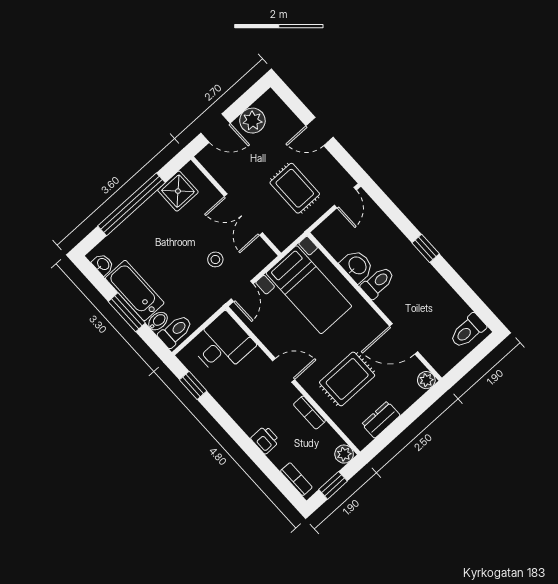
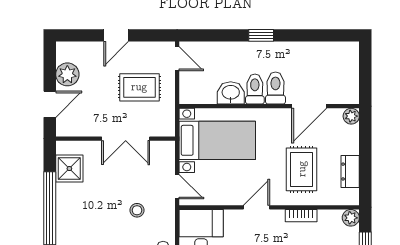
stool: (215, 259) -> (137, 210), moved
toilet: (468, 331) -> (275, 88), moved, turned 180

